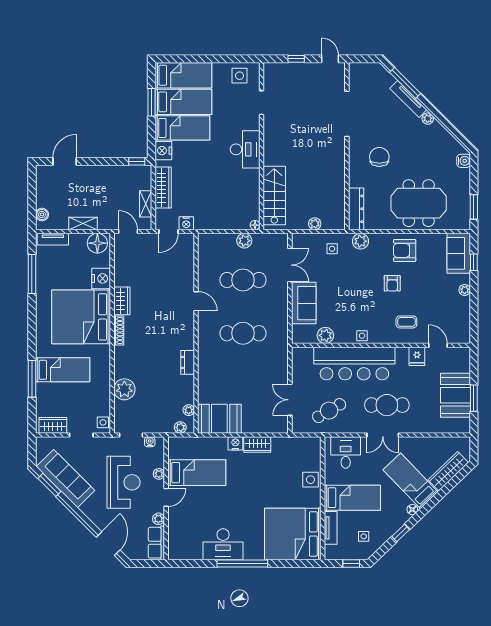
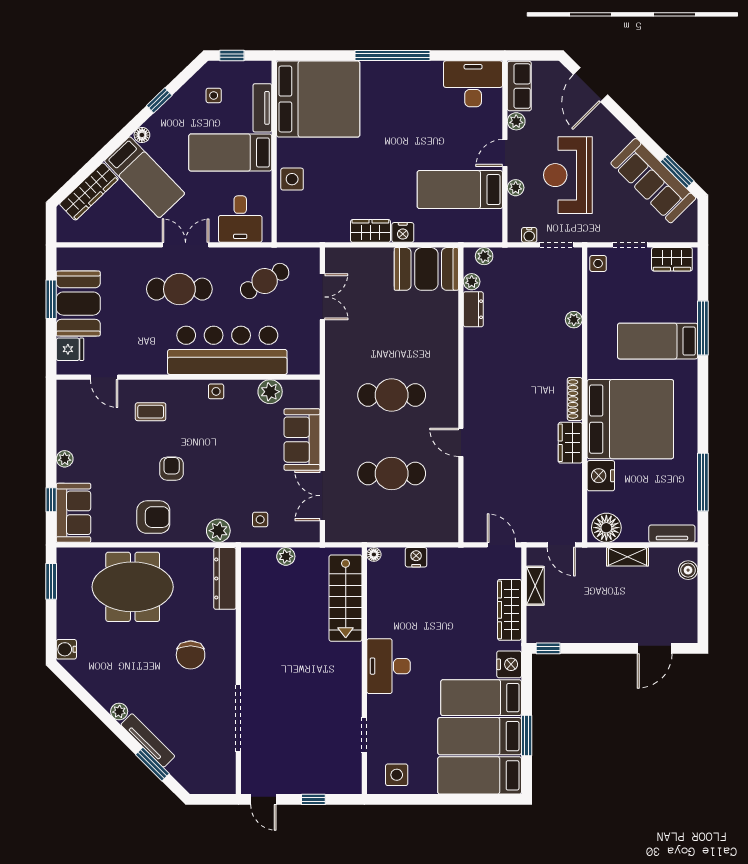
window: (405, 83) -> (152, 764), width x0.69
nightstand: (186, 223) -> (416, 557), moved
door: (168, 232) -> (501, 545), hinge flipped
plant: (244, 241) -> (390, 531), removed
fridge: (417, 356) -> (70, 349), moved, turned 90
dresser: (188, 362) -> (473, 309), moved
plant: (124, 389) -> (574, 320), width x0.53, depth x0.53
desk: (223, 544) -> (473, 84), moved

